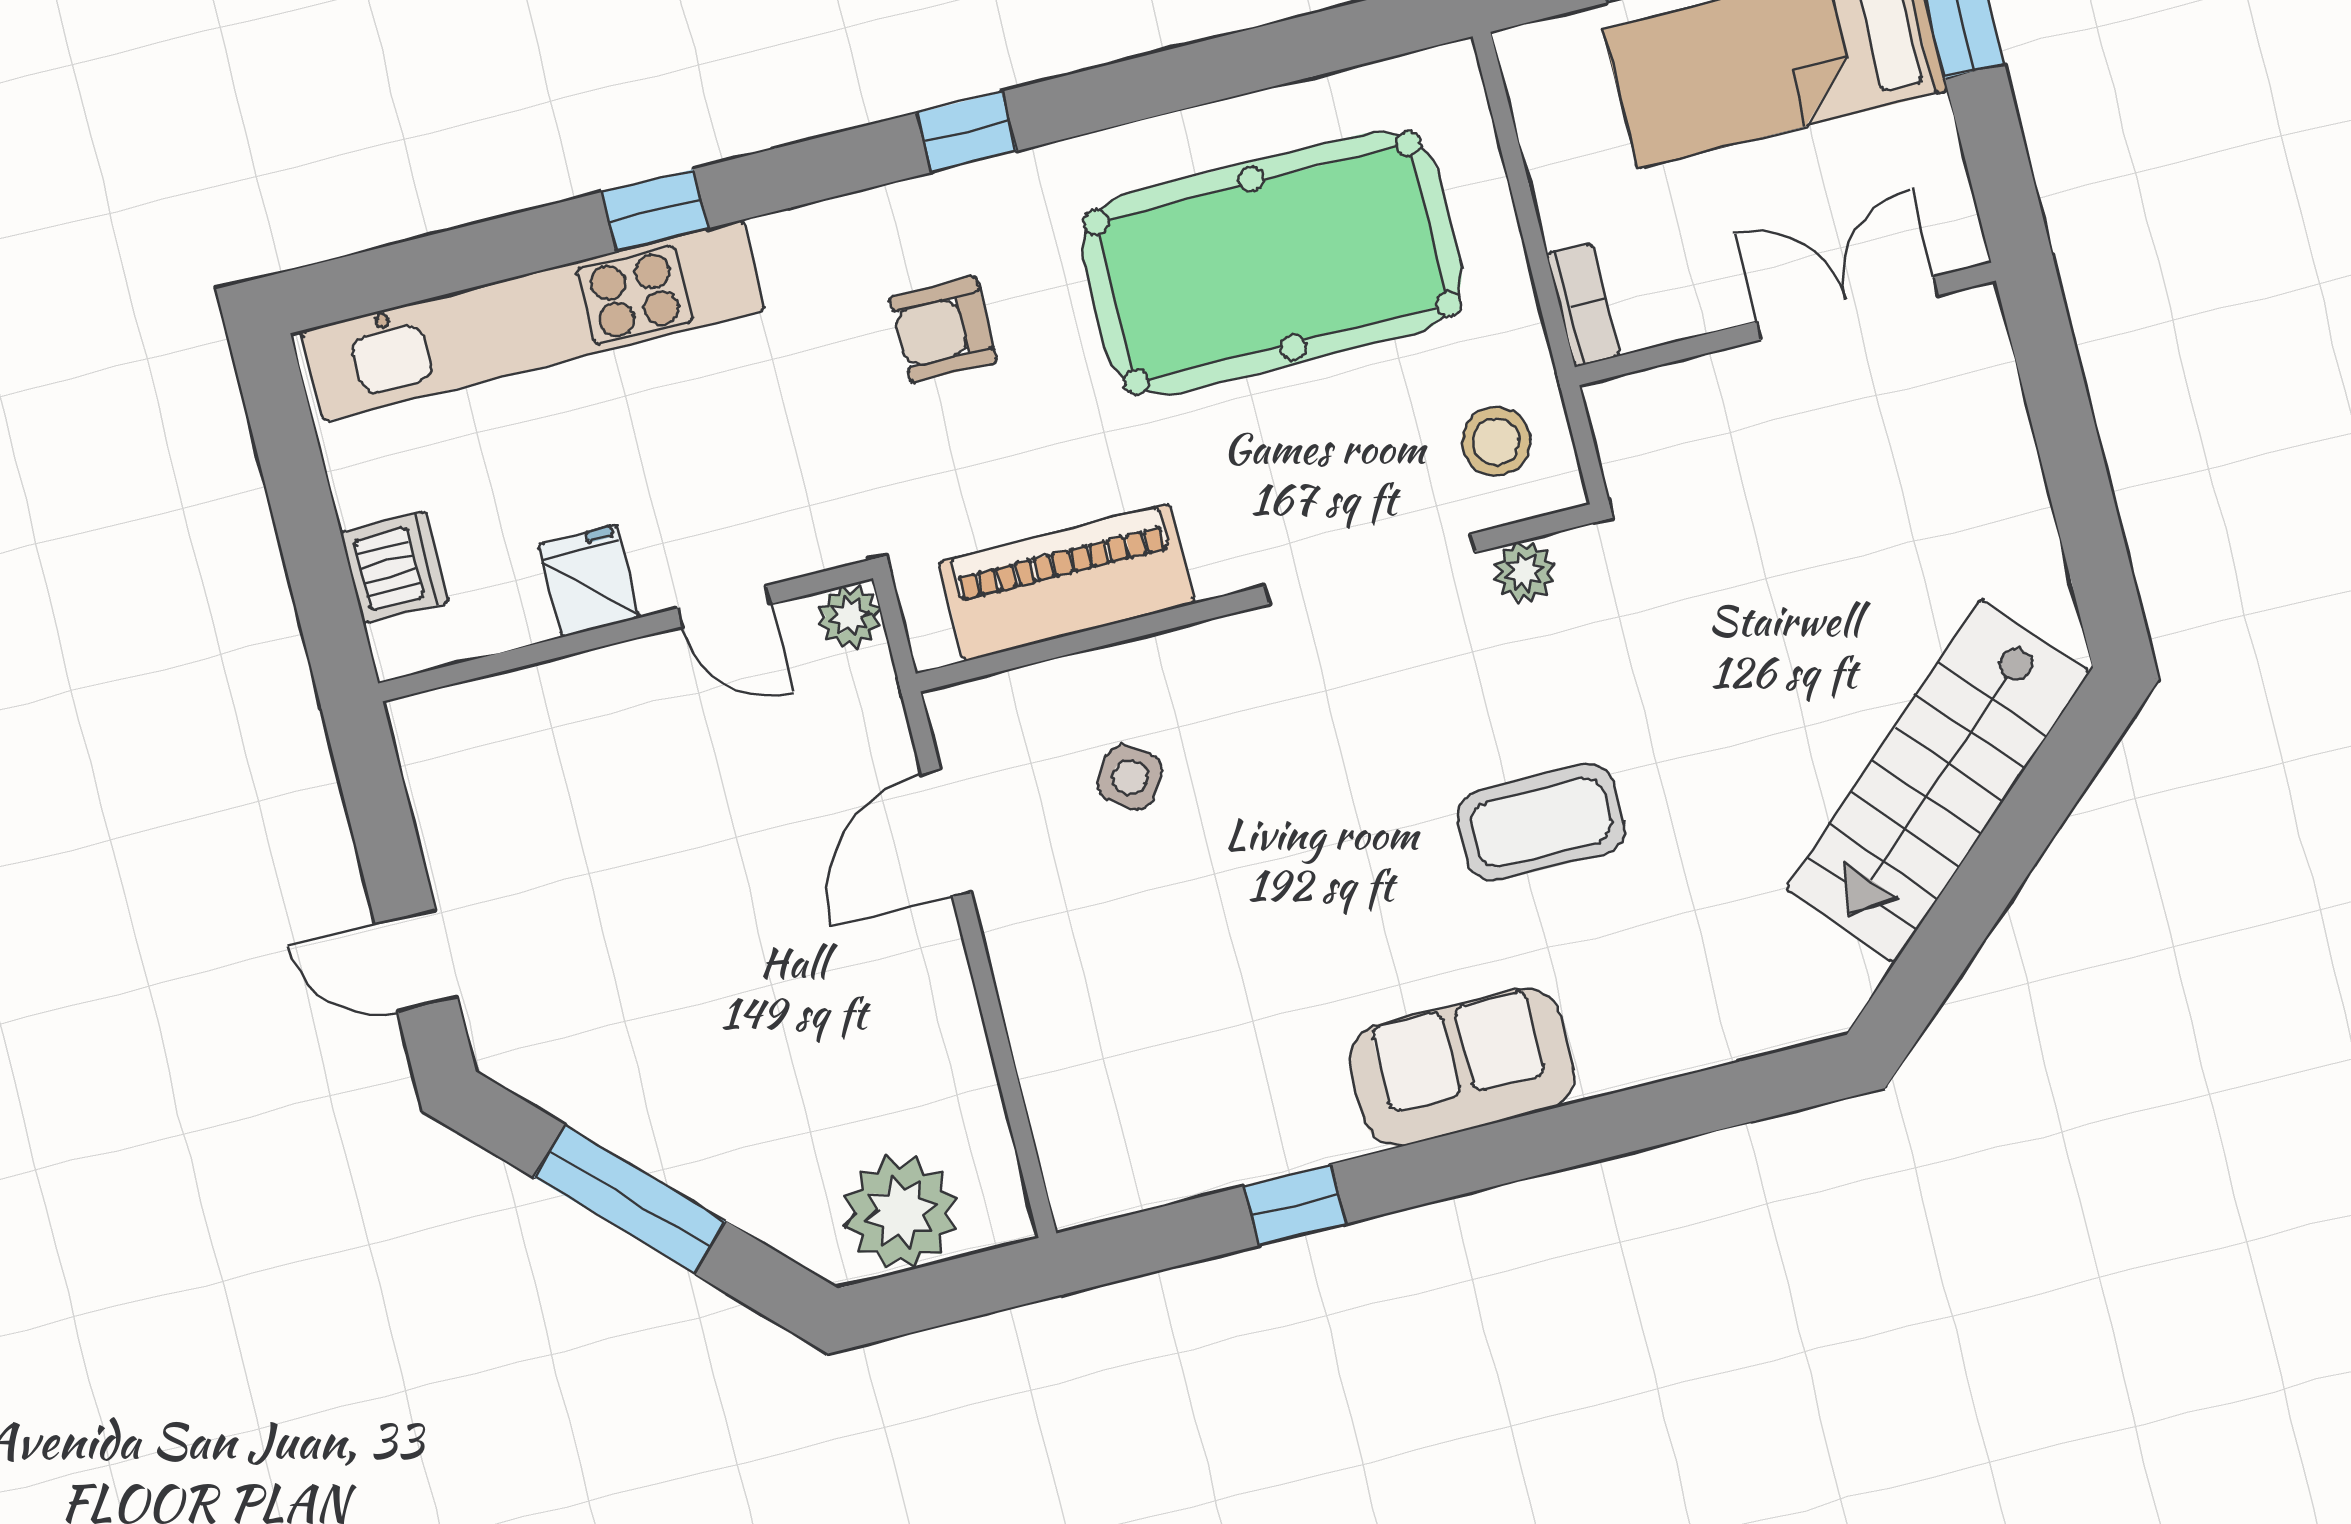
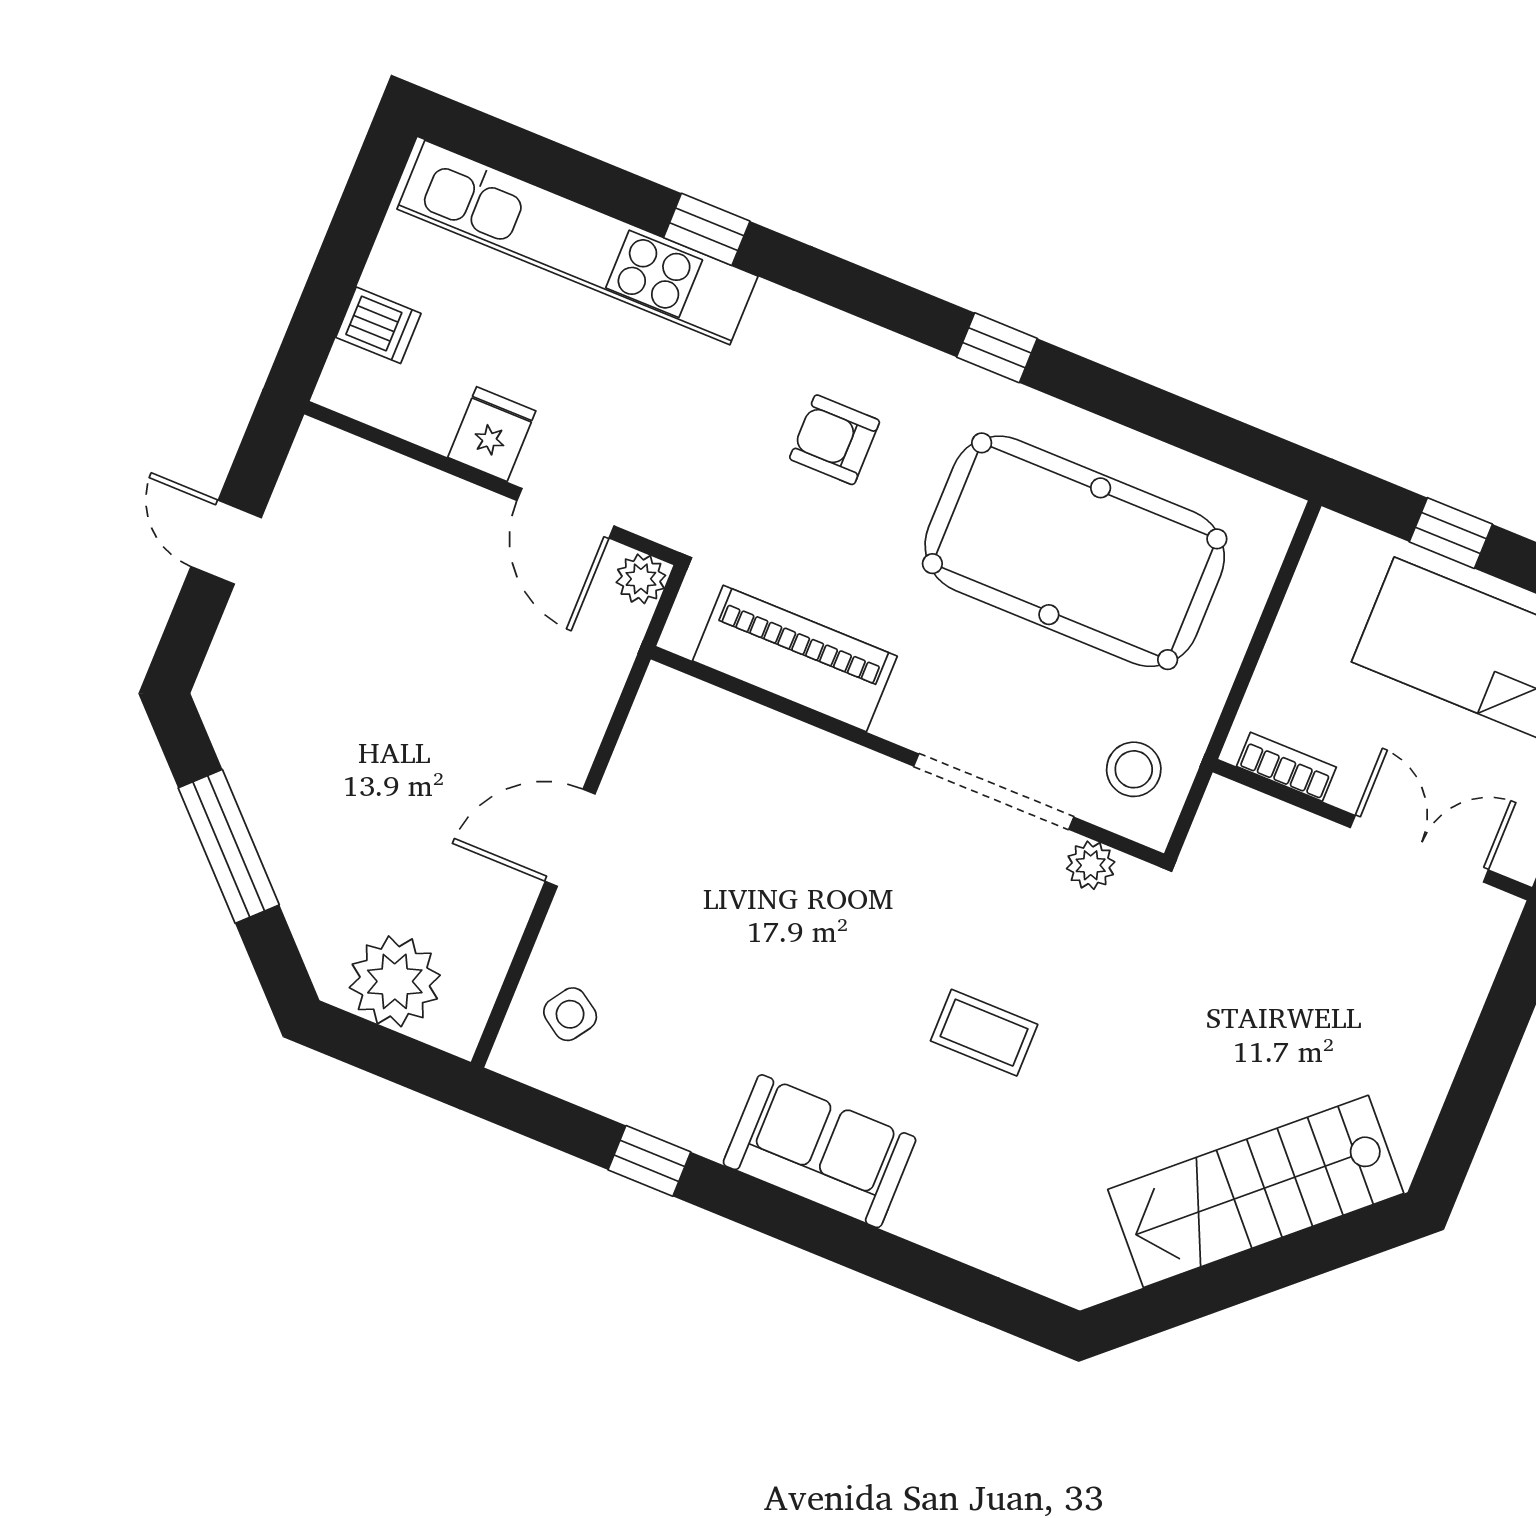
window: (967, 132) -> (997, 348), moved
bookcase: (1583, 305) -> (1286, 767), moved, turned -90
dishwasher: (395, 567) -> (378, 325), width x0.73
door: (724, 606) -> (566, 513), width x1.38
side table: (1130, 777) -> (570, 1014), moved
coffee table: (1541, 823) -> (984, 1033), width x0.73, depth x0.77
door: (946, 833) -> (570, 838), moved
door: (416, 961) -> (226, 542), moved

